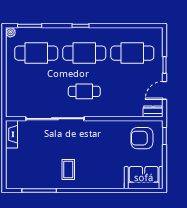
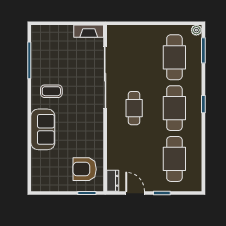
armchair: (142, 138) -> (85, 169), turned -90
sofa: (144, 178) -> (43, 129), moved

